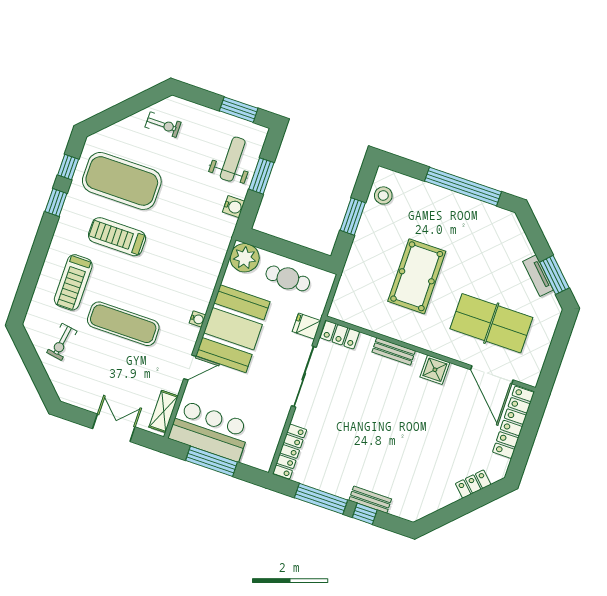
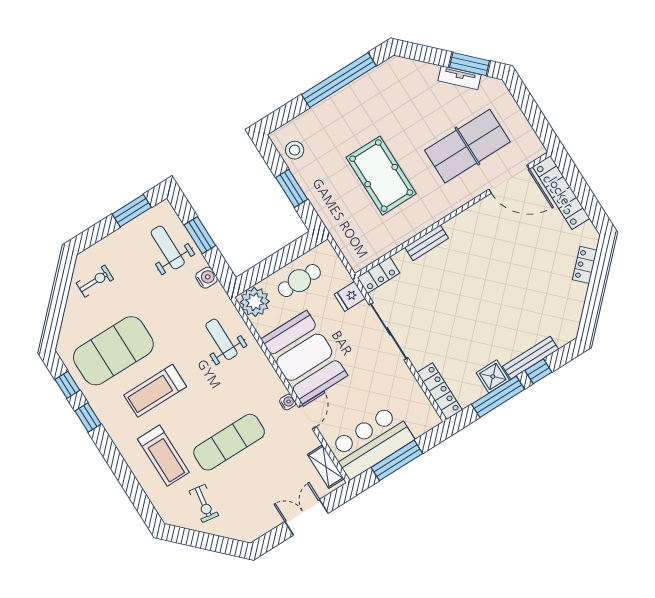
weight bench: (196, 255) -> (222, 339), added
water cooler: (197, 319) -> (288, 402), moved
shower: (435, 370) -> (493, 376), moved
bench: (370, 500) -> (531, 358), width x1.36

